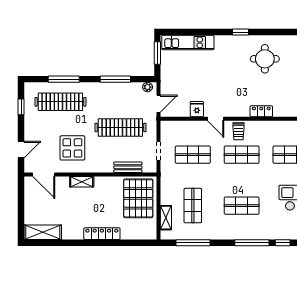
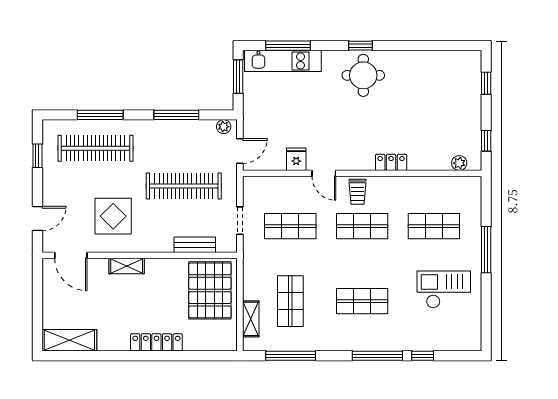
window: (191, 32) -> (288, 46), added
round table: (265, 59) -> (363, 75), moved

